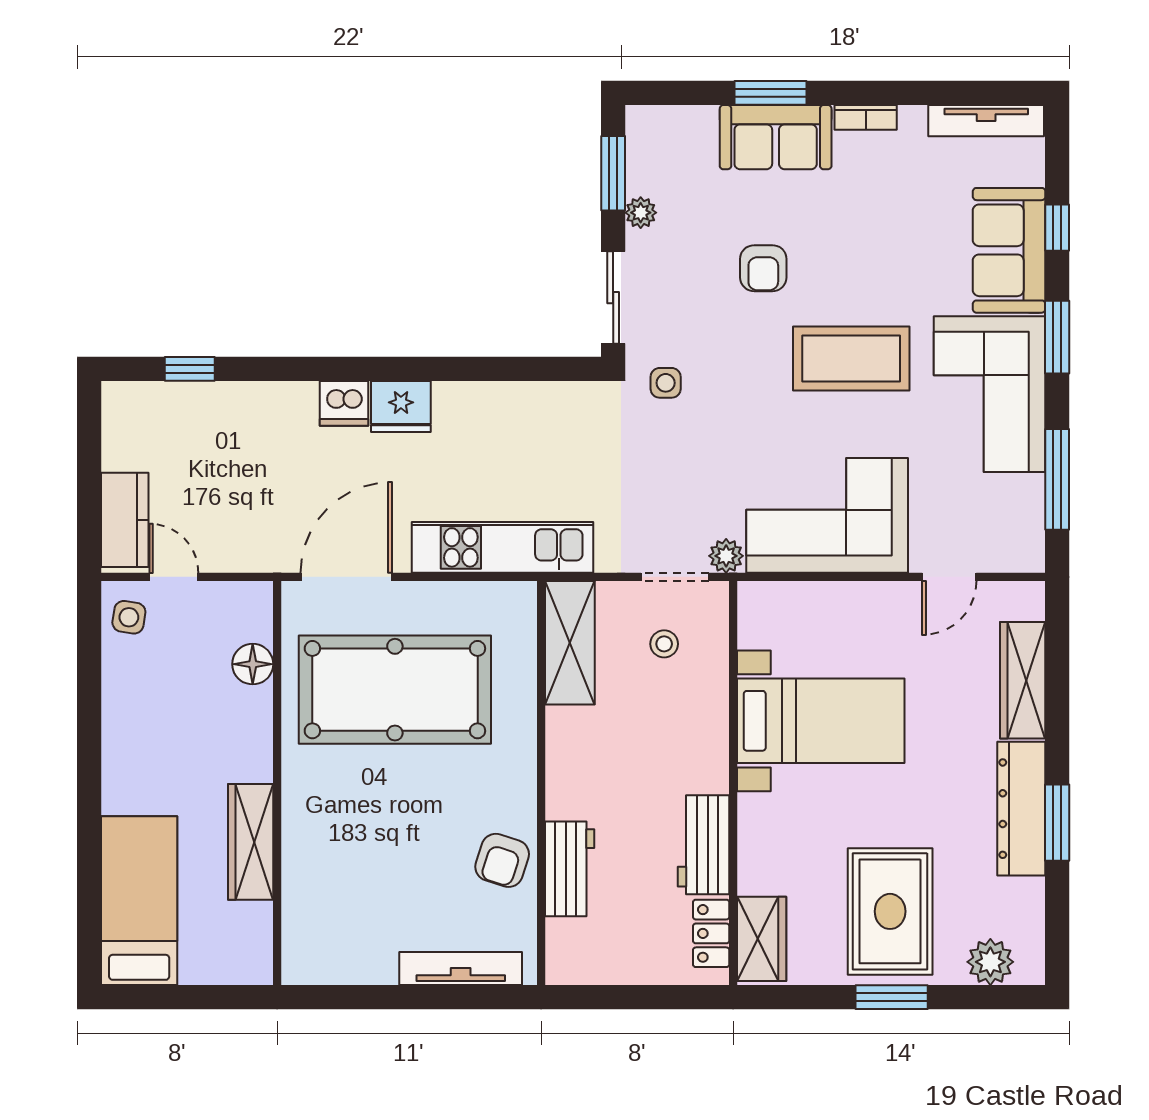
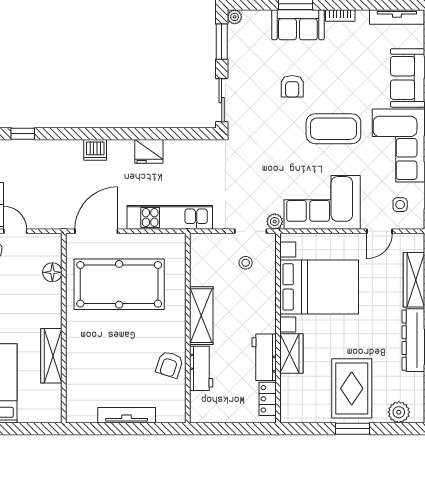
plant: (641, 213) -> (235, 17), moved
side table: (666, 383) -> (400, 205), moved
fridge: (401, 407) -> (149, 151), moved
shelving: (570, 643) -> (201, 316), moved
bed with nightstands: (821, 721) -> (319, 287), width x1.36
wardrobe: (762, 939) -> (291, 353), moved
tv unit: (461, 968) -> (127, 415), moved

